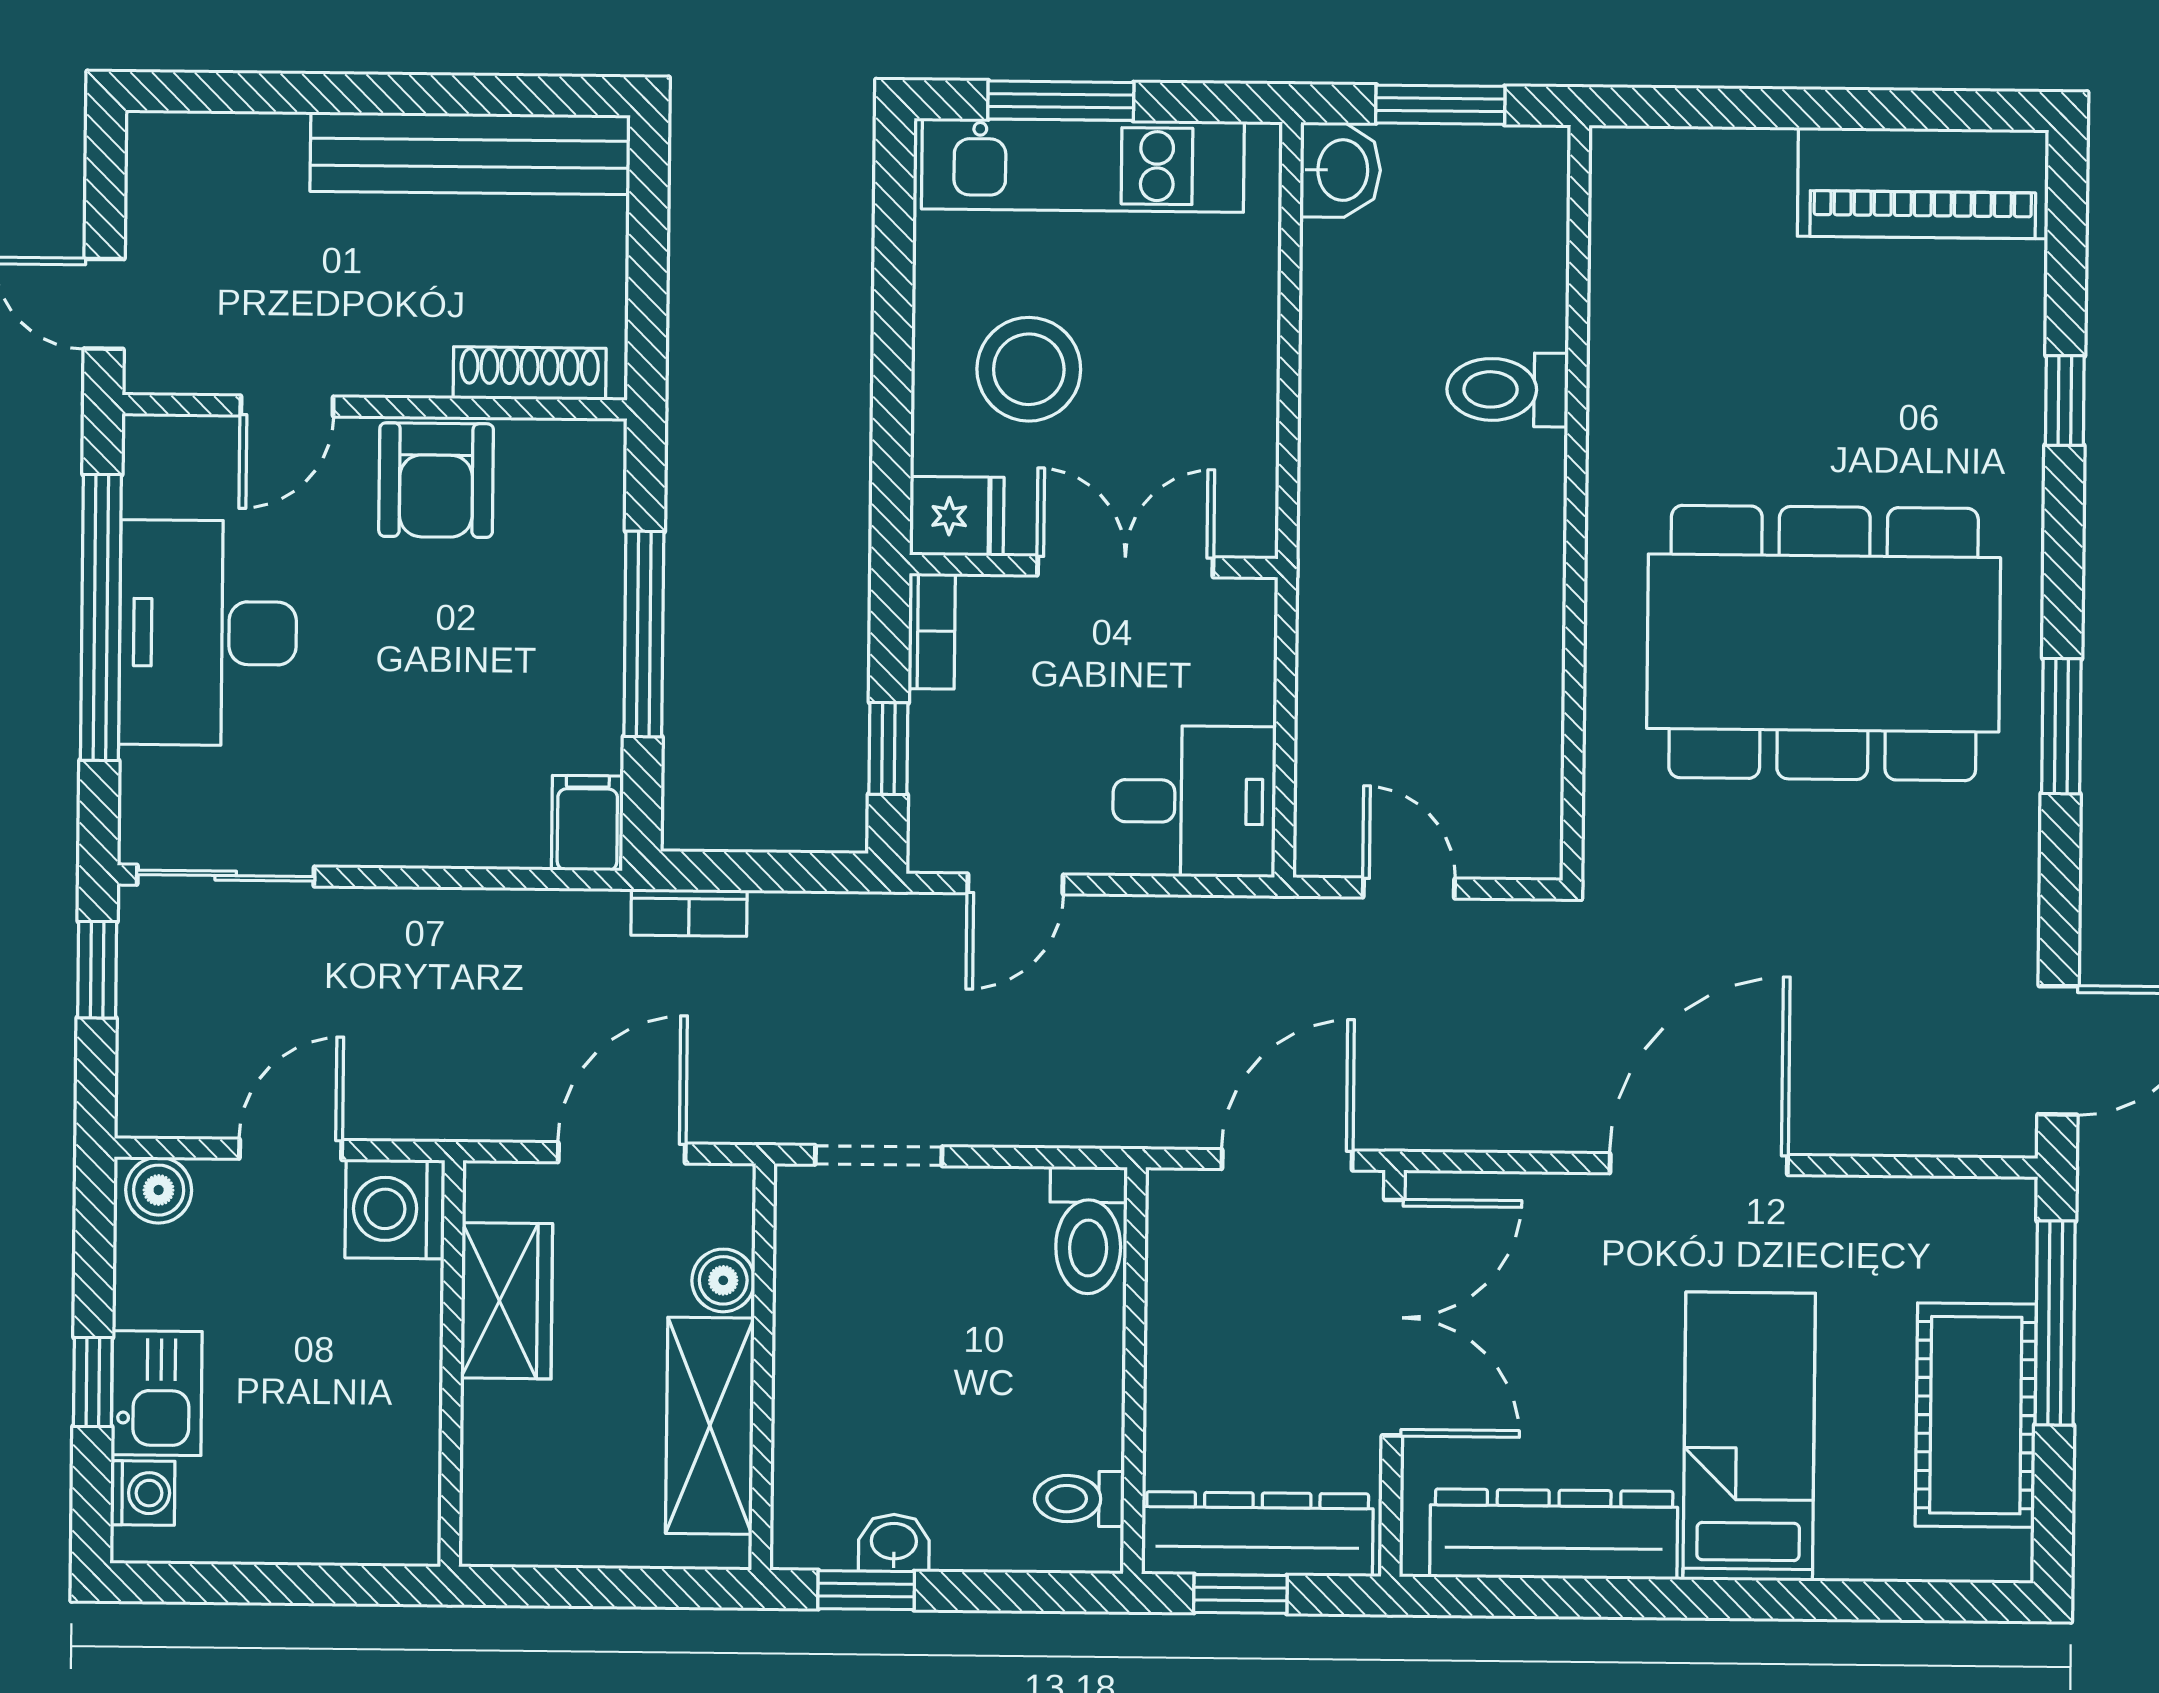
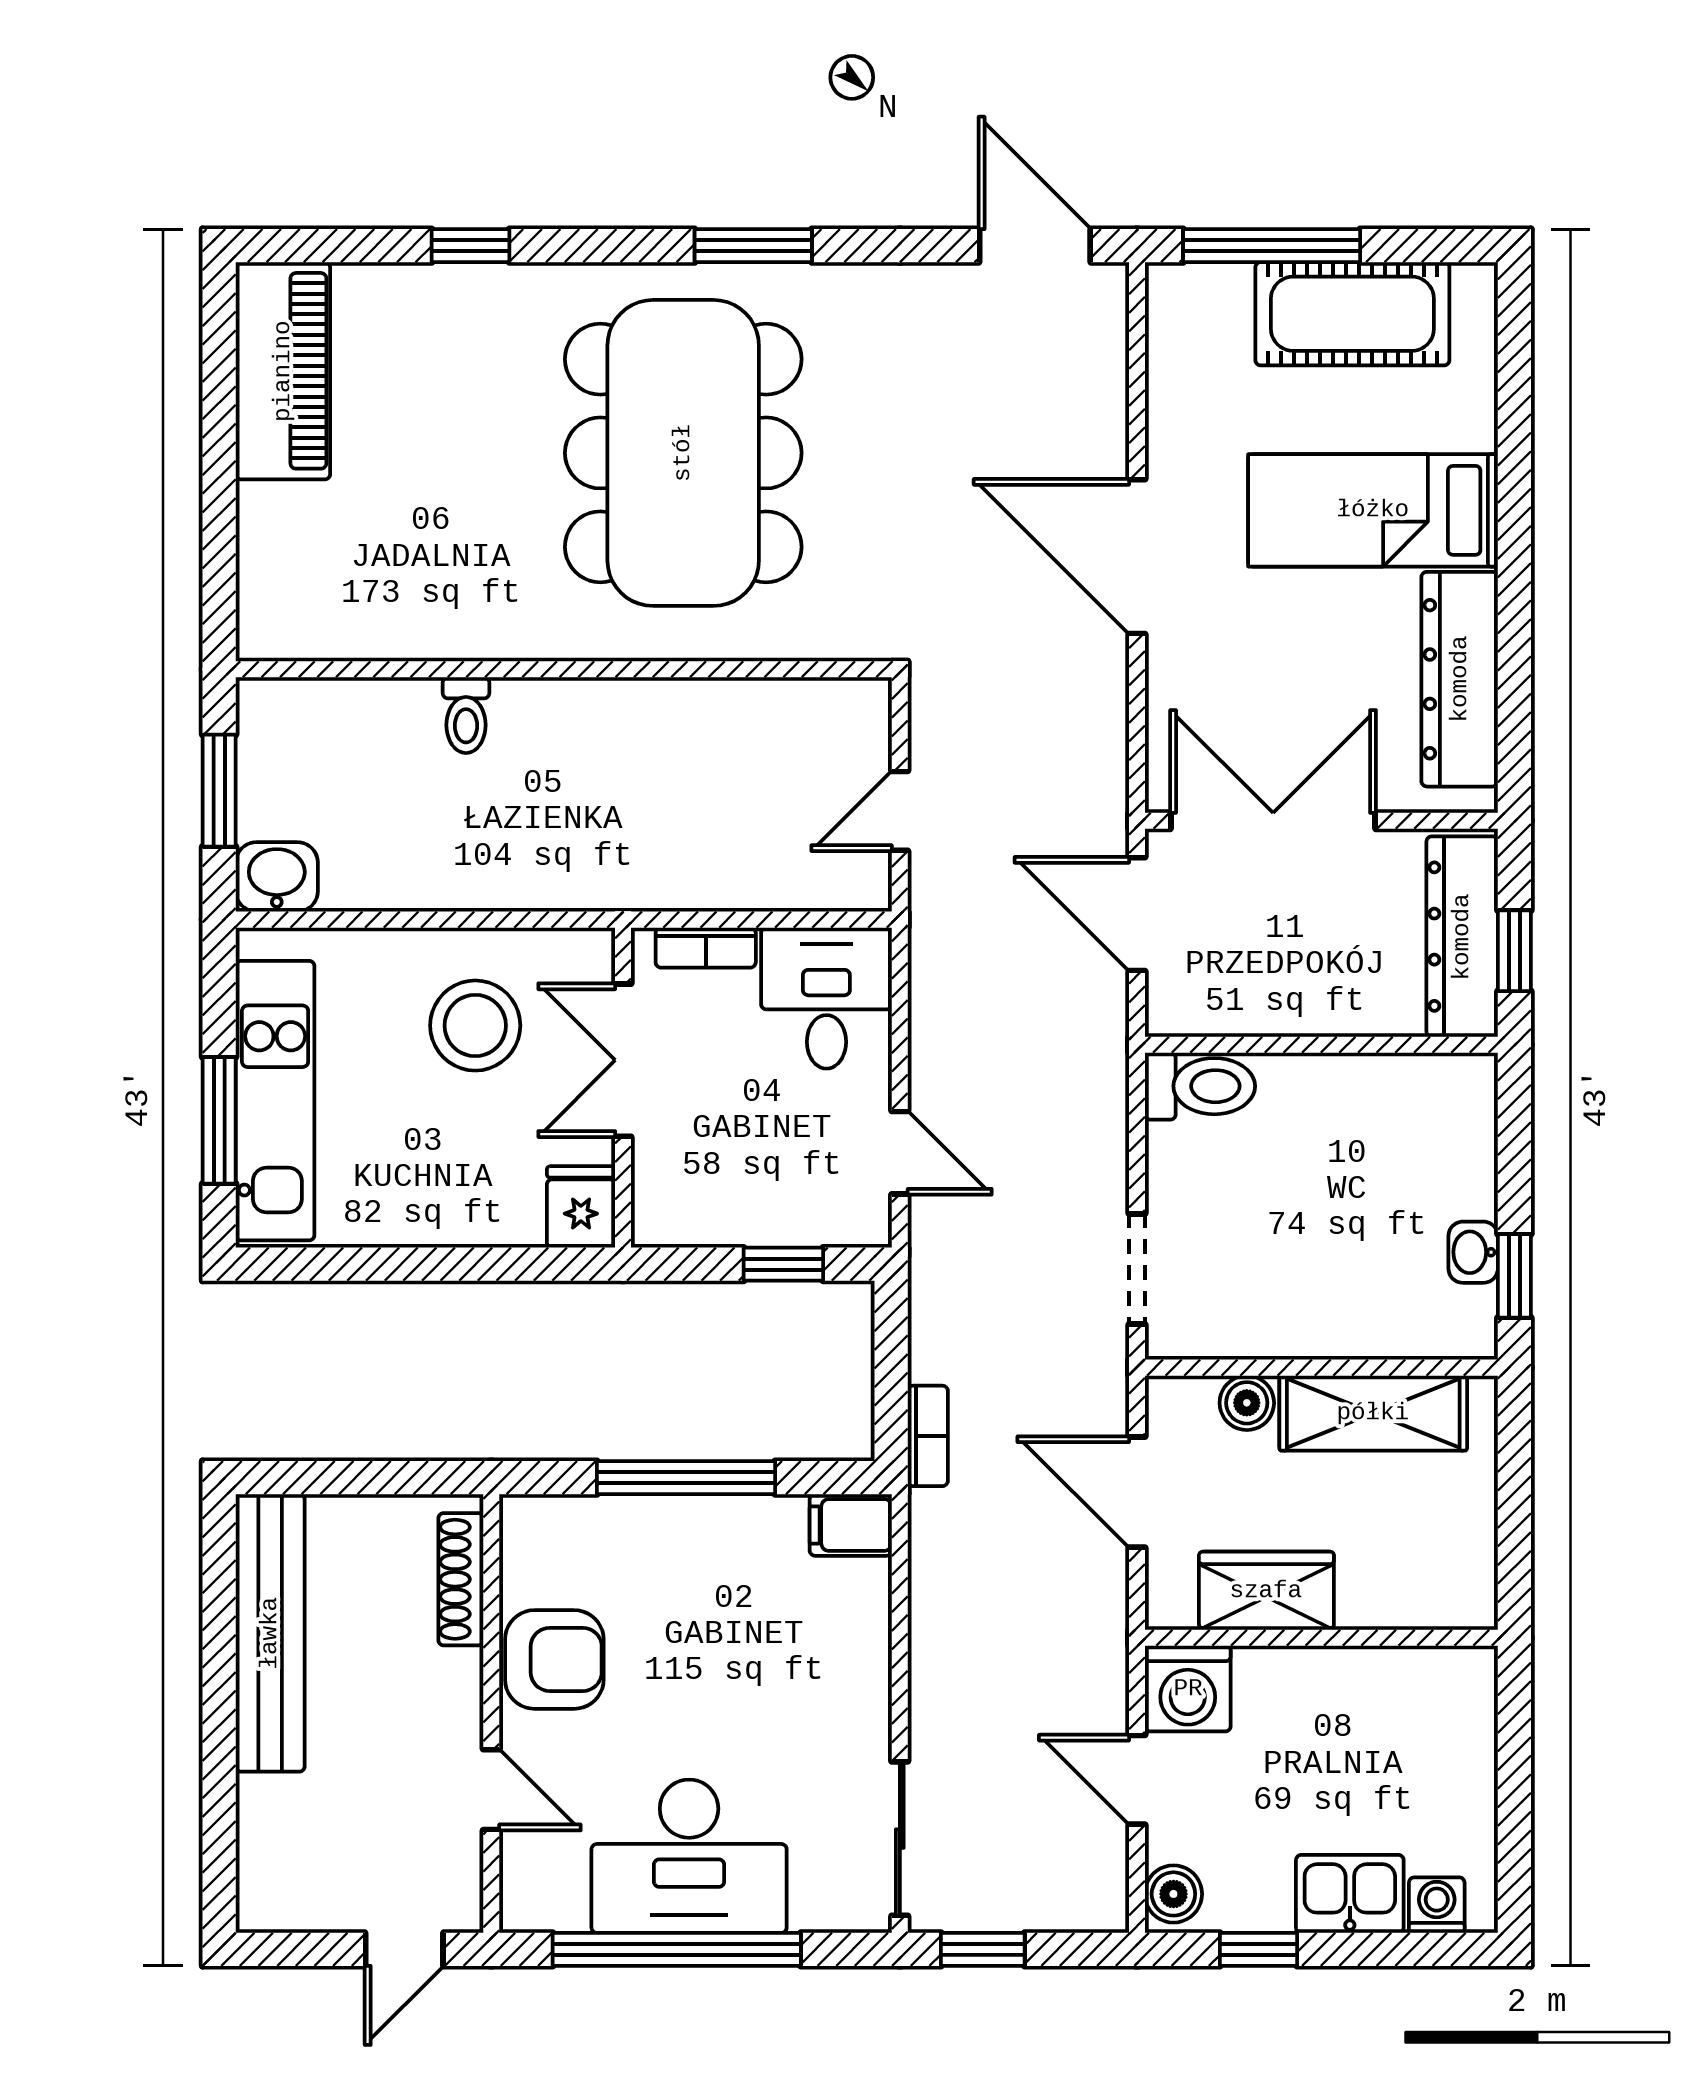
stool: (1029, 369) -> (475, 1026), moved
toilet: (1507, 390) -> (466, 715), width x0.73, depth x0.72
bookcase: (932, 631) -> (706, 948), moved, turned 180
window: (93, 1382) -> (1259, 1949), moved
toilet: (1079, 1499) -> (1433, 1092), removed

